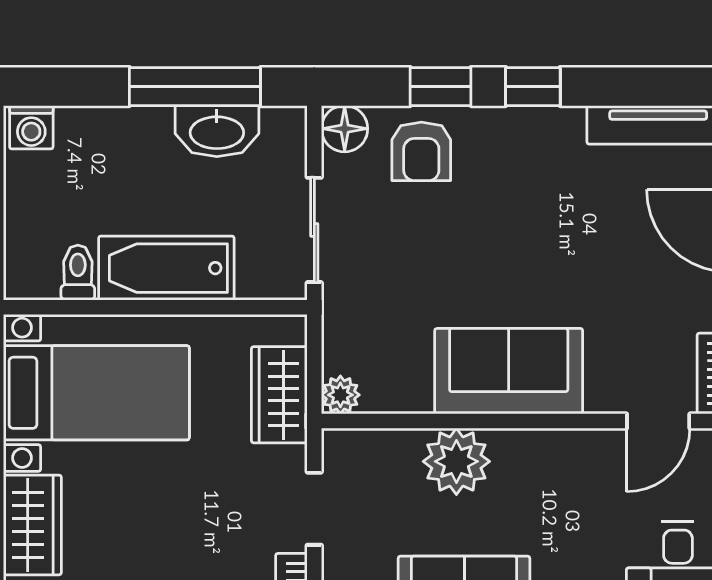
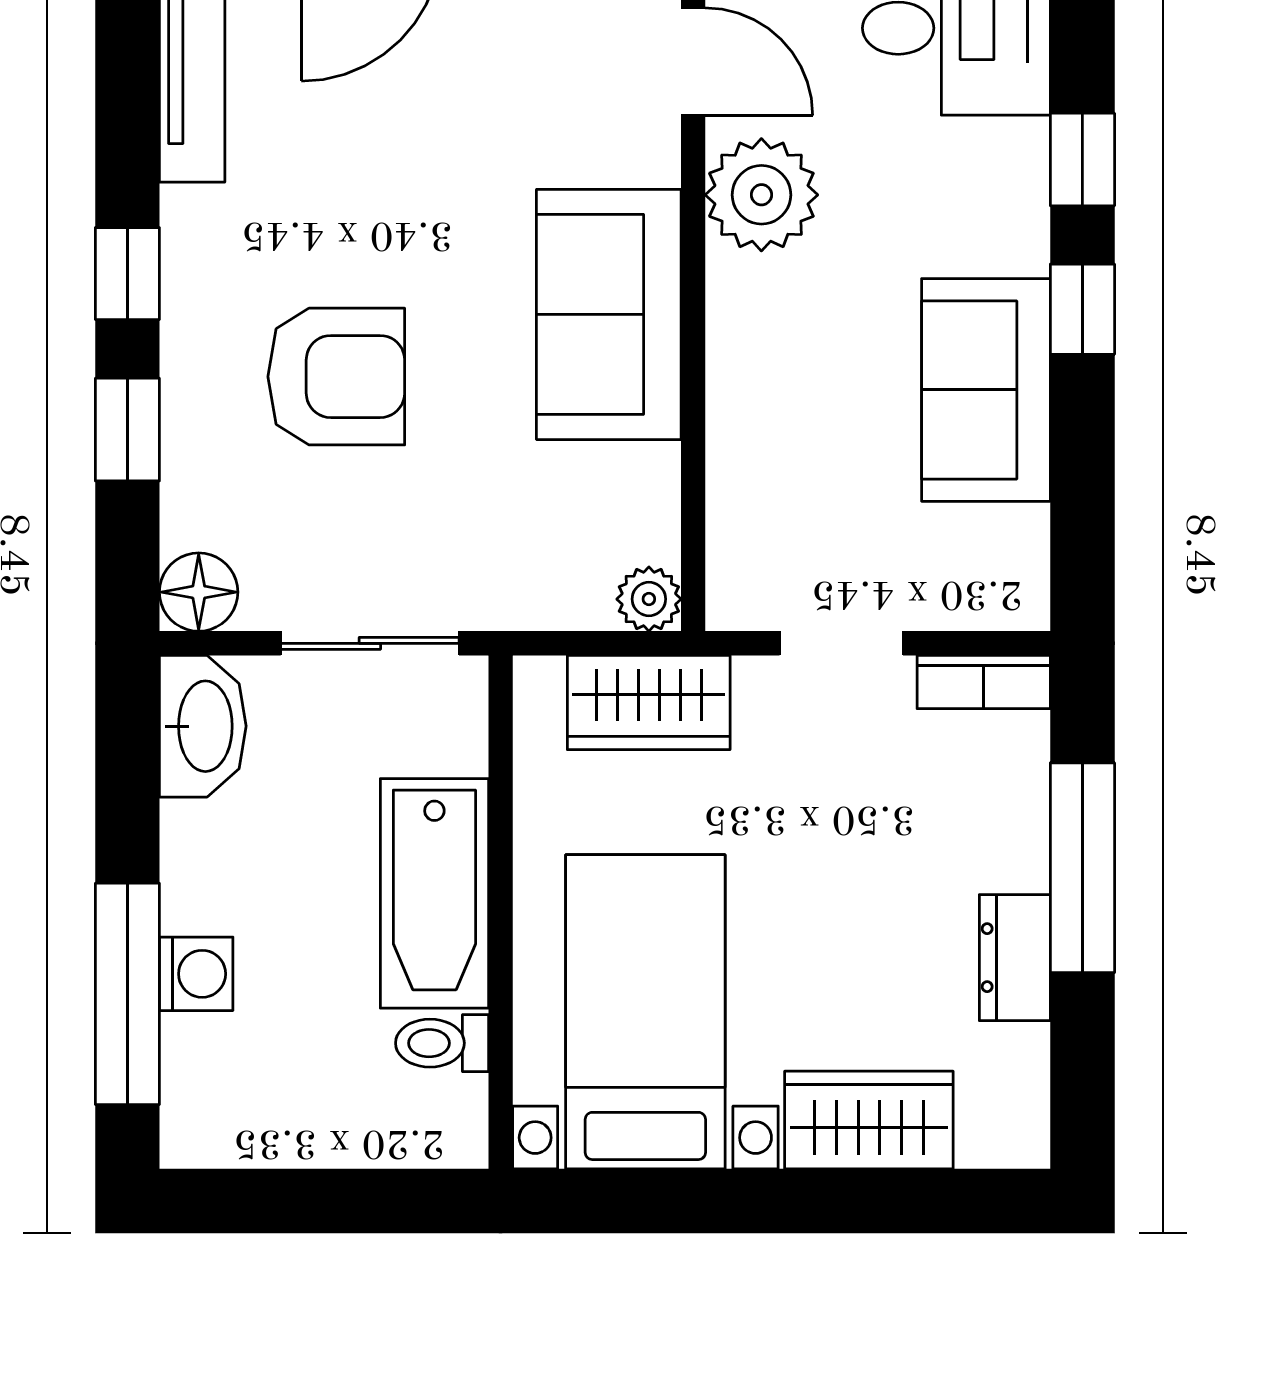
window: (195, 87) -> (127, 994), moved
washing machine: (31, 127) -> (196, 974), moved
washbasin: (217, 131) -> (203, 726), moved
armchair: (421, 151) -> (336, 377), moved, width x1.38, depth x1.38
plant: (456, 461) -> (761, 195), moved

